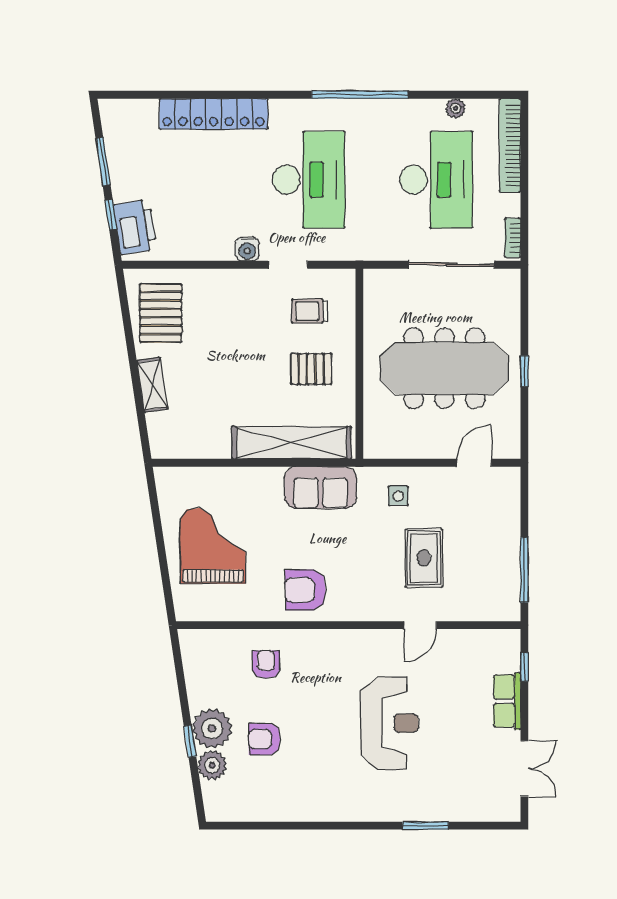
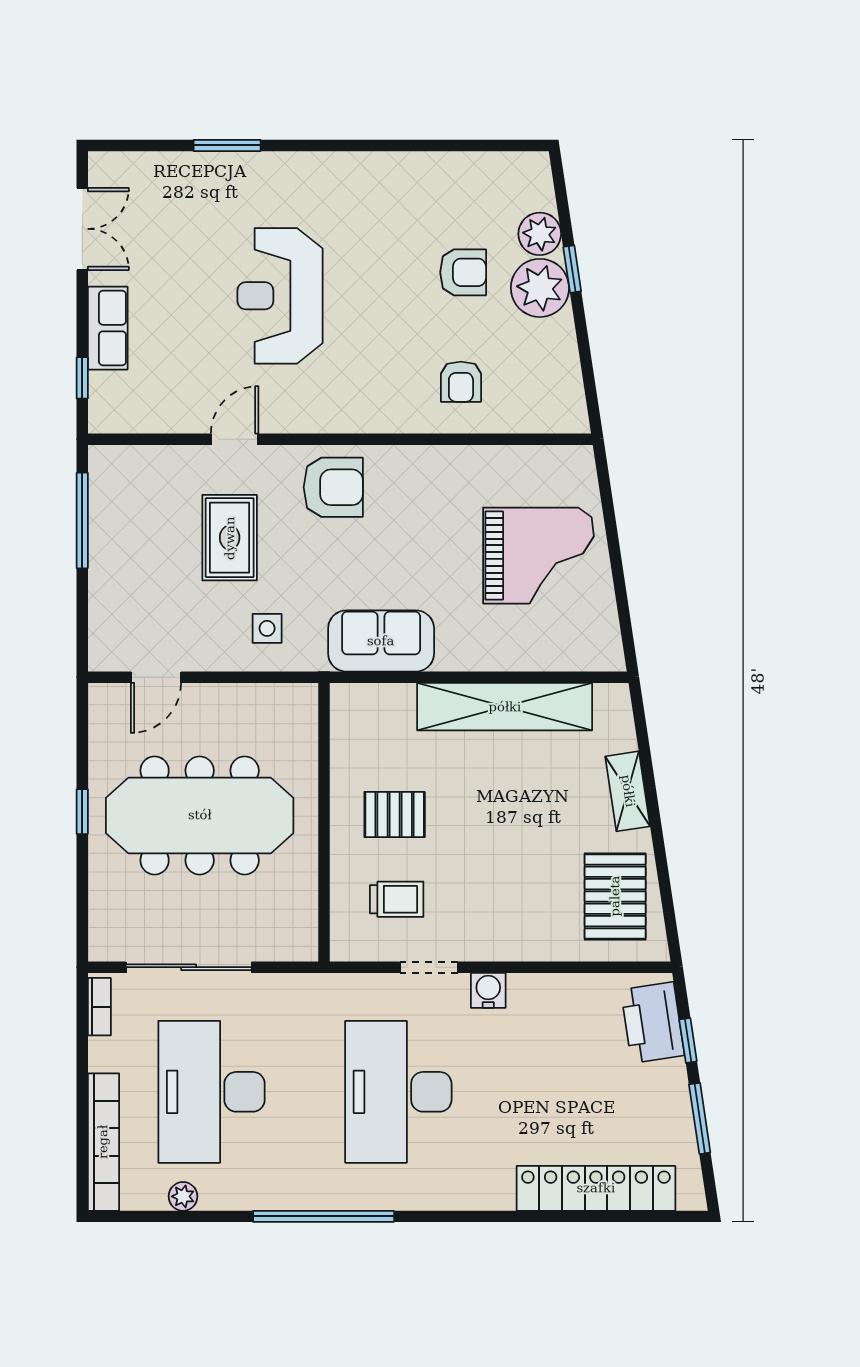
locker: (214, 114) -> (596, 1188), moved
shelving: (291, 443) -> (505, 707), moved
grand piano: (213, 546) -> (539, 556), turned -90
armchair: (305, 590) -> (333, 487), moved
double door: (524, 769) -> (82, 229), swing flipped

